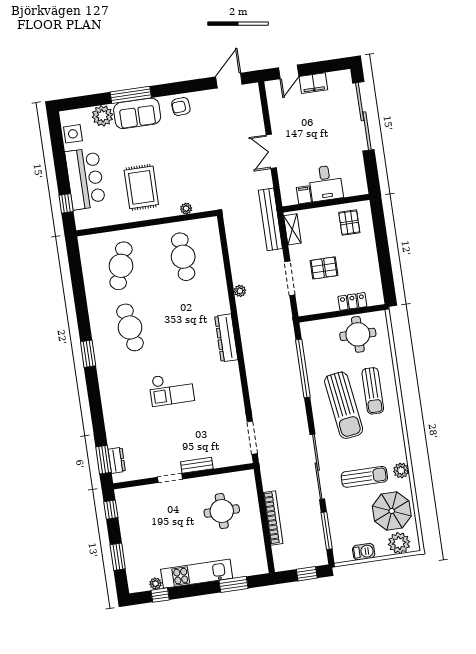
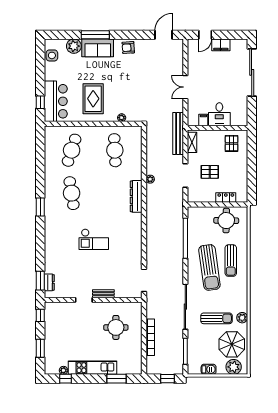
bar counter: (85, 179) -> (56, 101), moved
dresser: (226, 338) -> (136, 196), moved

